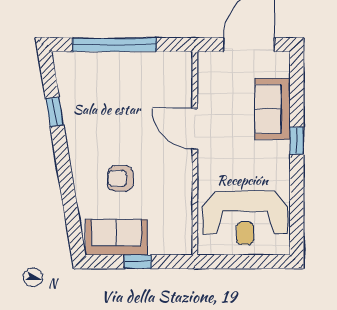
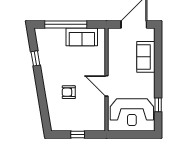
door: (195, 129) -> (106, 86), moved
window: (297, 141) -> (158, 105), moved
sofa: (116, 237) -> (82, 37), moved, turned 180

